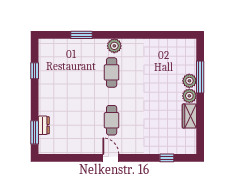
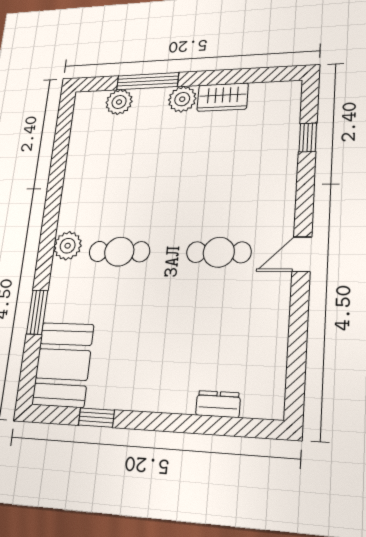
booth: (57, 51) -> (63, 364), added
plant: (189, 81) -> (119, 102), moved
window: (35, 132) -> (233, 427), removed

